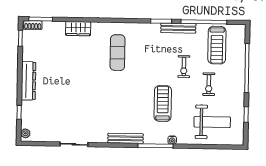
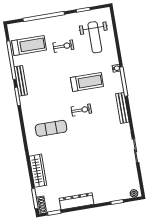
wardrobe: (78, 29) -> (38, 171), width x1.50
exercise bike: (184, 67) -> (81, 110), moved
dresser: (28, 81) -> (77, 201), moved
treadmill: (163, 104) -> (87, 82), turned 180
weight bench: (212, 122) -> (95, 37), turned 180

